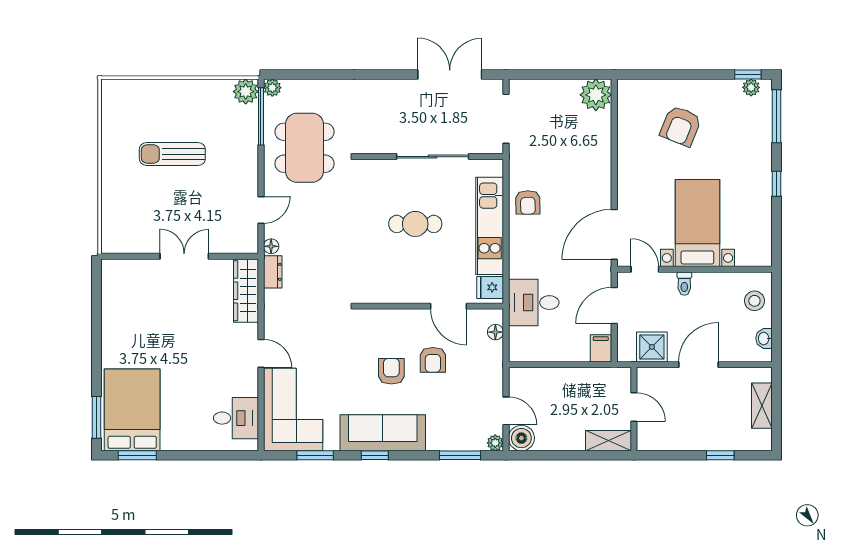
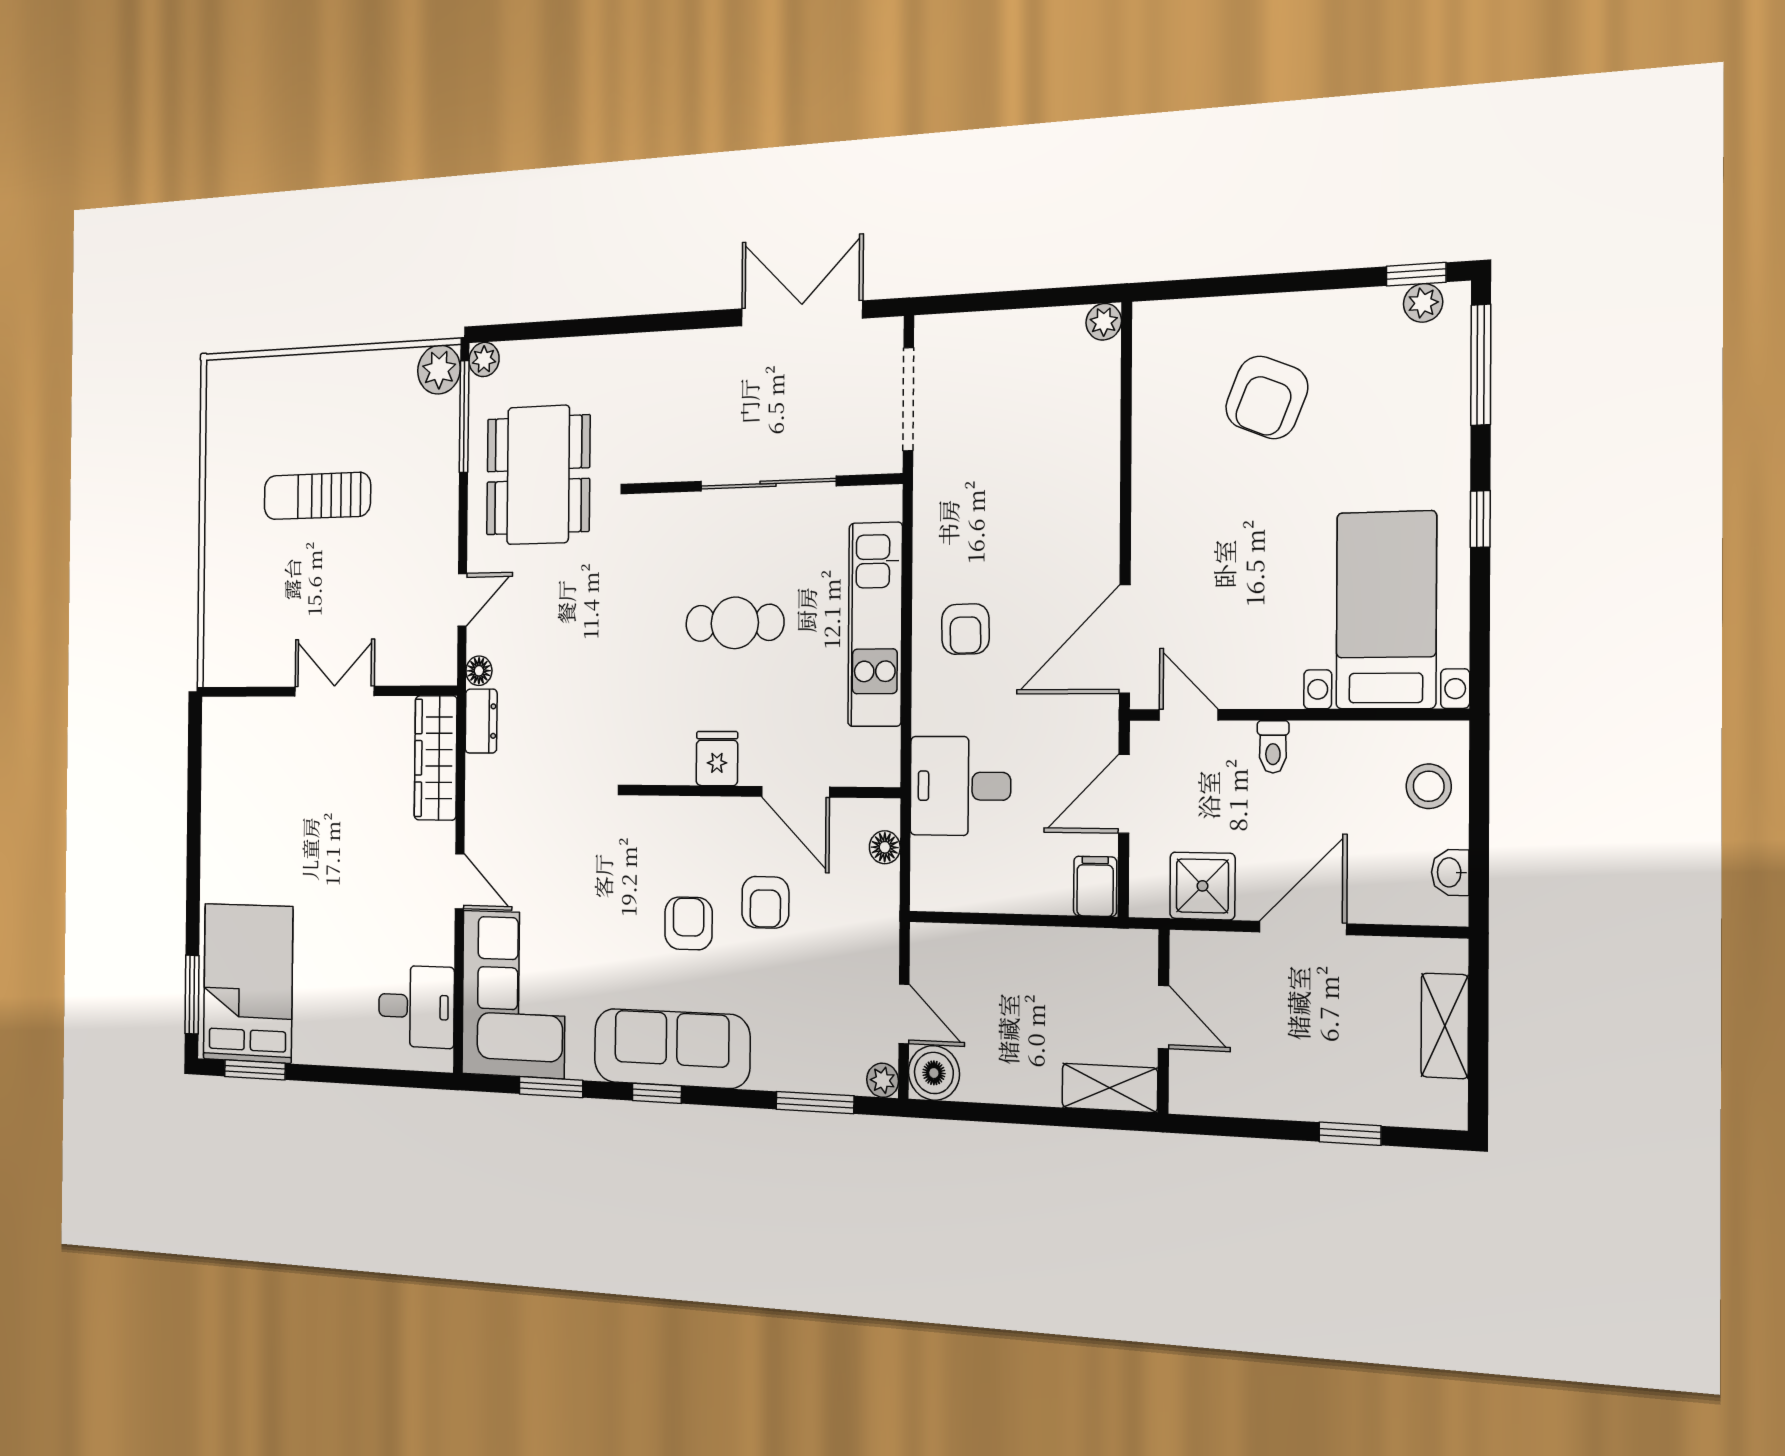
plant: (596, 95) -> (1104, 322), width x0.53, depth x0.53
armchair: (528, 202) -> (965, 629), moved
bed with nightstands: (697, 223) -> (1386, 610), moved
fridge: (490, 287) -> (717, 759), moved, turned 90

